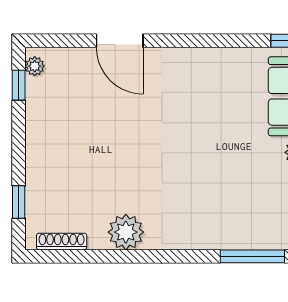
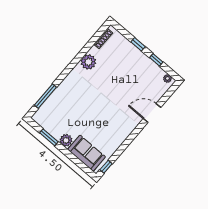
window: (19, 85) -> (156, 60), moved
window: (19, 202) -> (138, 44), moved

